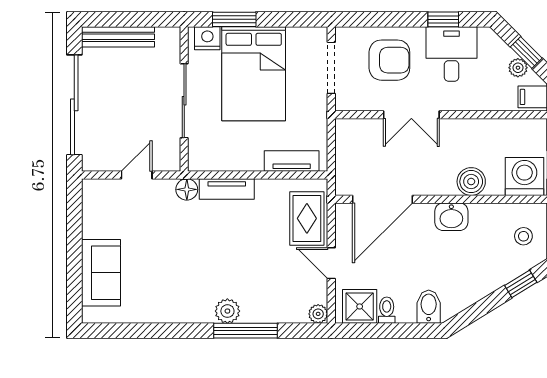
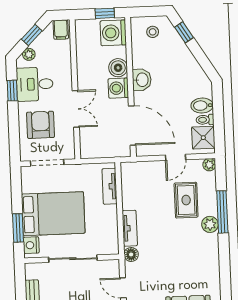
plant: (518, 68) -> (29, 54), moved
washing machine: (440, 181) -> (118, 88), added
rug: (307, 218) -> (186, 200), moved, turned 90
bidet: (429, 307) -> (202, 106), moved

